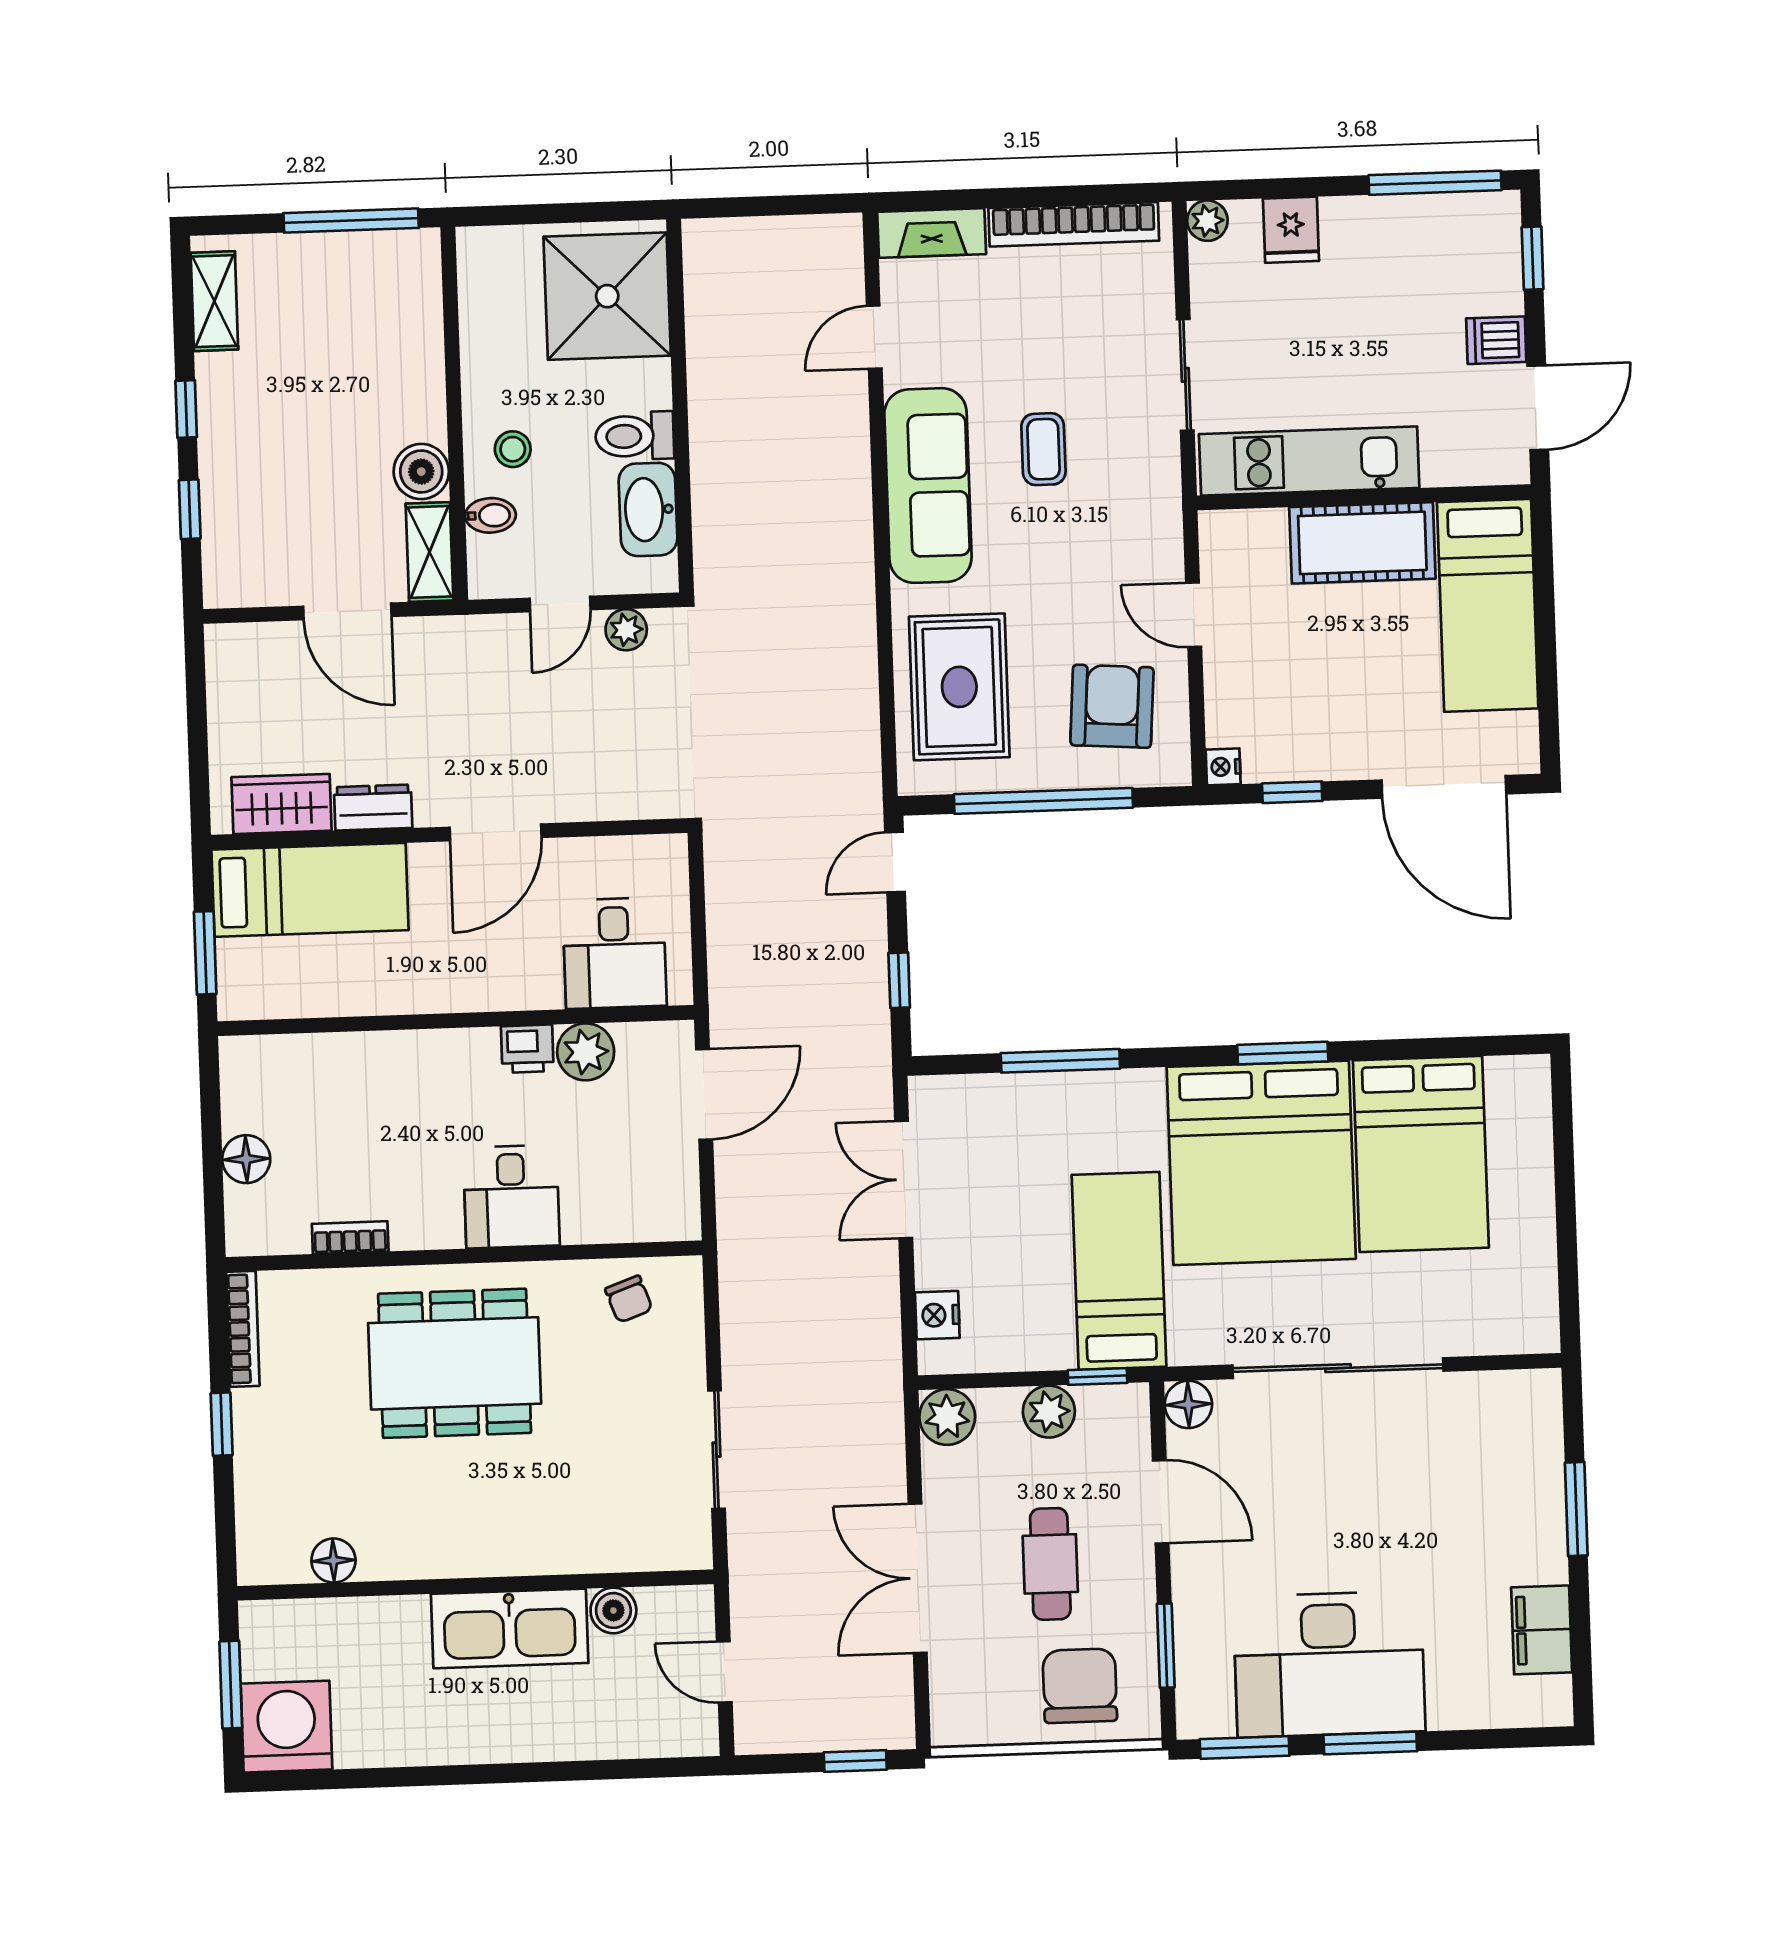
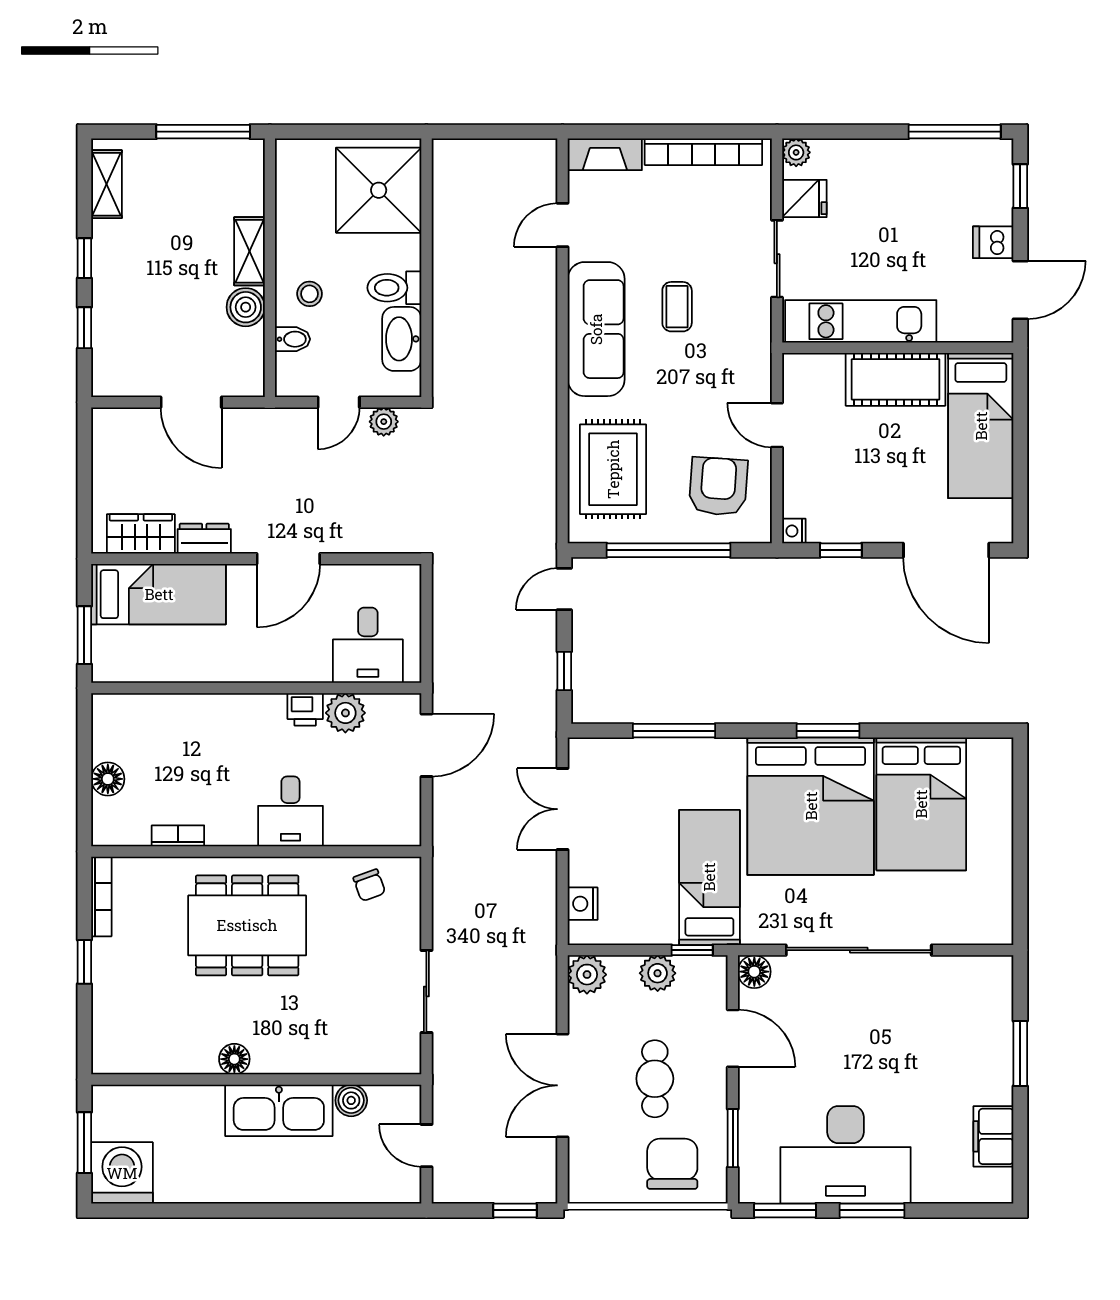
fridge: (1291, 230) -> (804, 198), moved, turned -90
shelving: (430, 552) -> (249, 251), moved
floor lamp: (333, 1561) -> (234, 1059), moved

